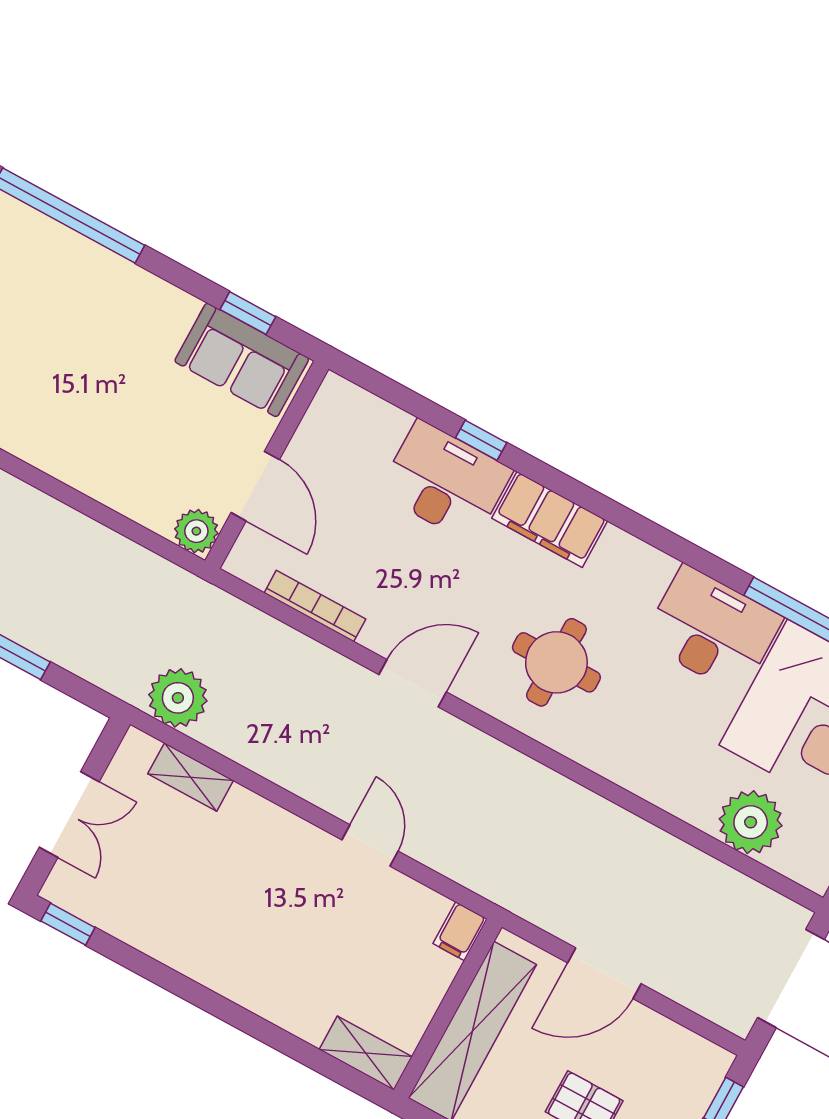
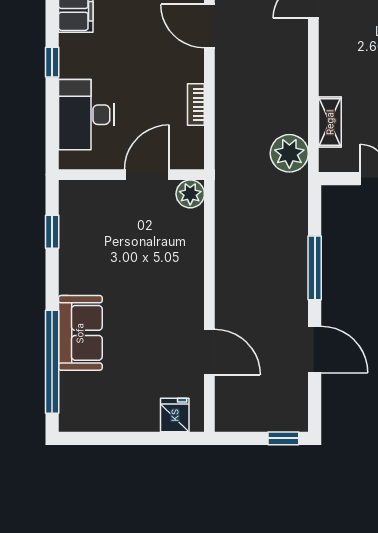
sofa: (242, 360) -> (80, 333), moved
desk: (445, 482) -> (86, 115), moved
bookcase: (315, 606) -> (196, 105), width x0.64

